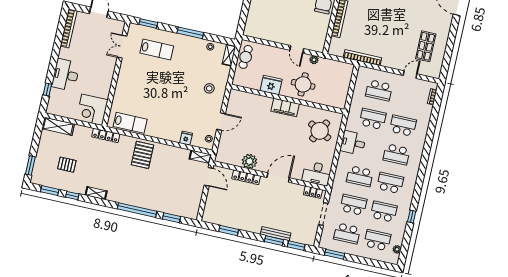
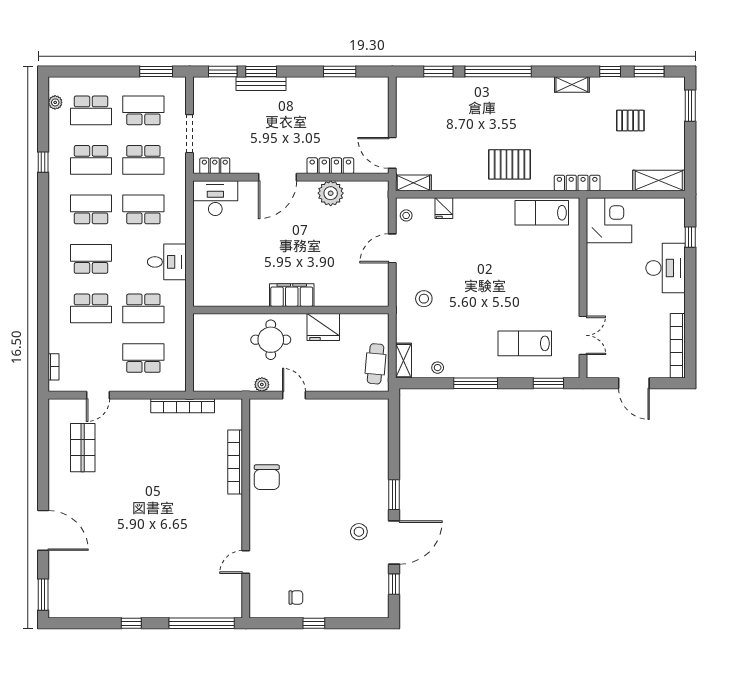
round table: (320, 131) -> (226, 269), removed
pallet: (142, 155) -> (509, 164), turned 90
school desk: (390, 183) -> (91, 209), turned 180

